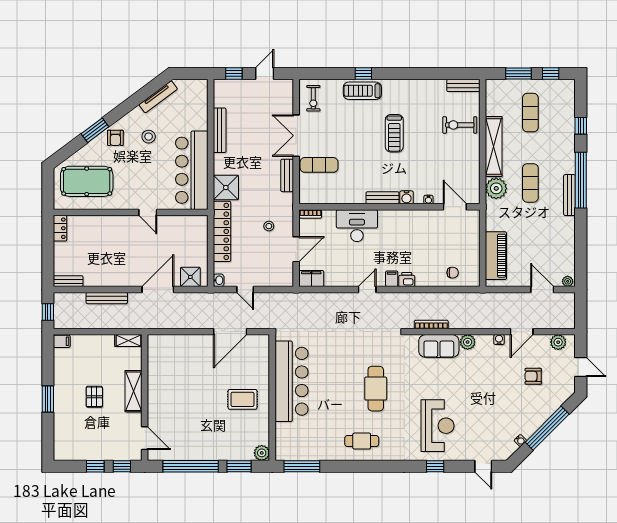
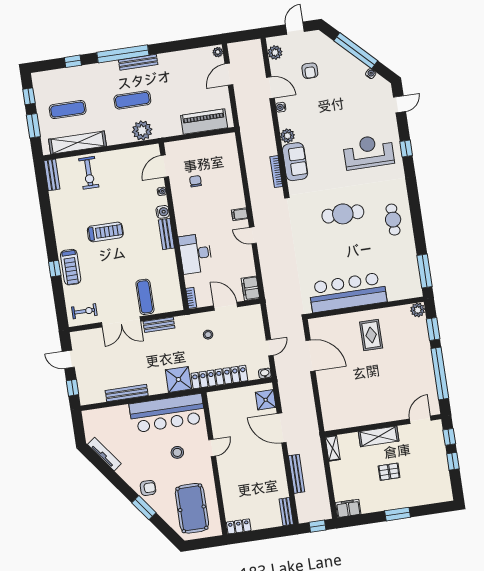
stool: (149, 137) -> (177, 452), moved
shelving: (494, 146) -> (77, 143), moved
chair: (453, 273) -> (195, 181), moved
printer: (407, 280) -> (238, 200), removed
filing cabinet: (62, 341) -> (348, 508), width x2.00

